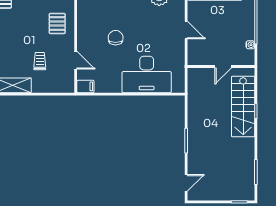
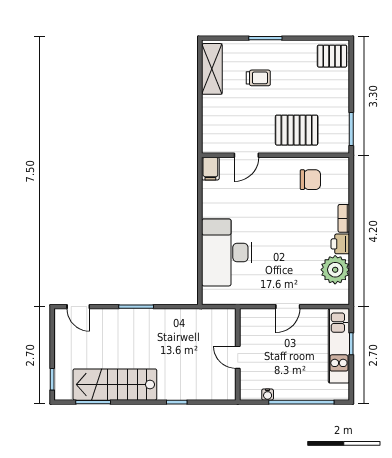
pallet: (57, 23) -> (297, 130), width x1.50, depth x1.42
chair: (116, 38) -> (310, 180), moved
trolley: (40, 61) -> (258, 78), moved
stairs: (243, 107) -> (115, 385), moved

